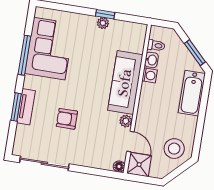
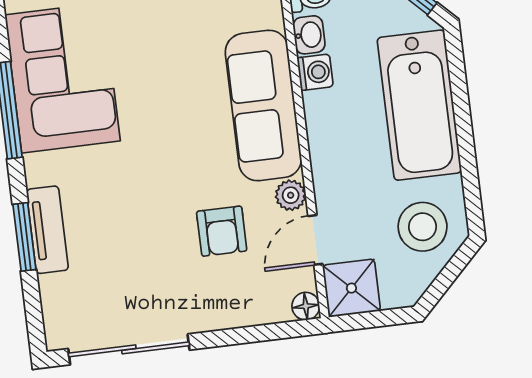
bathtub: (192, 93) -> (419, 105), width x1.36, depth x1.36
armchair: (67, 119) -> (222, 231), moved, turned -90
door: (130, 141) -> (315, 240), swing flipped

